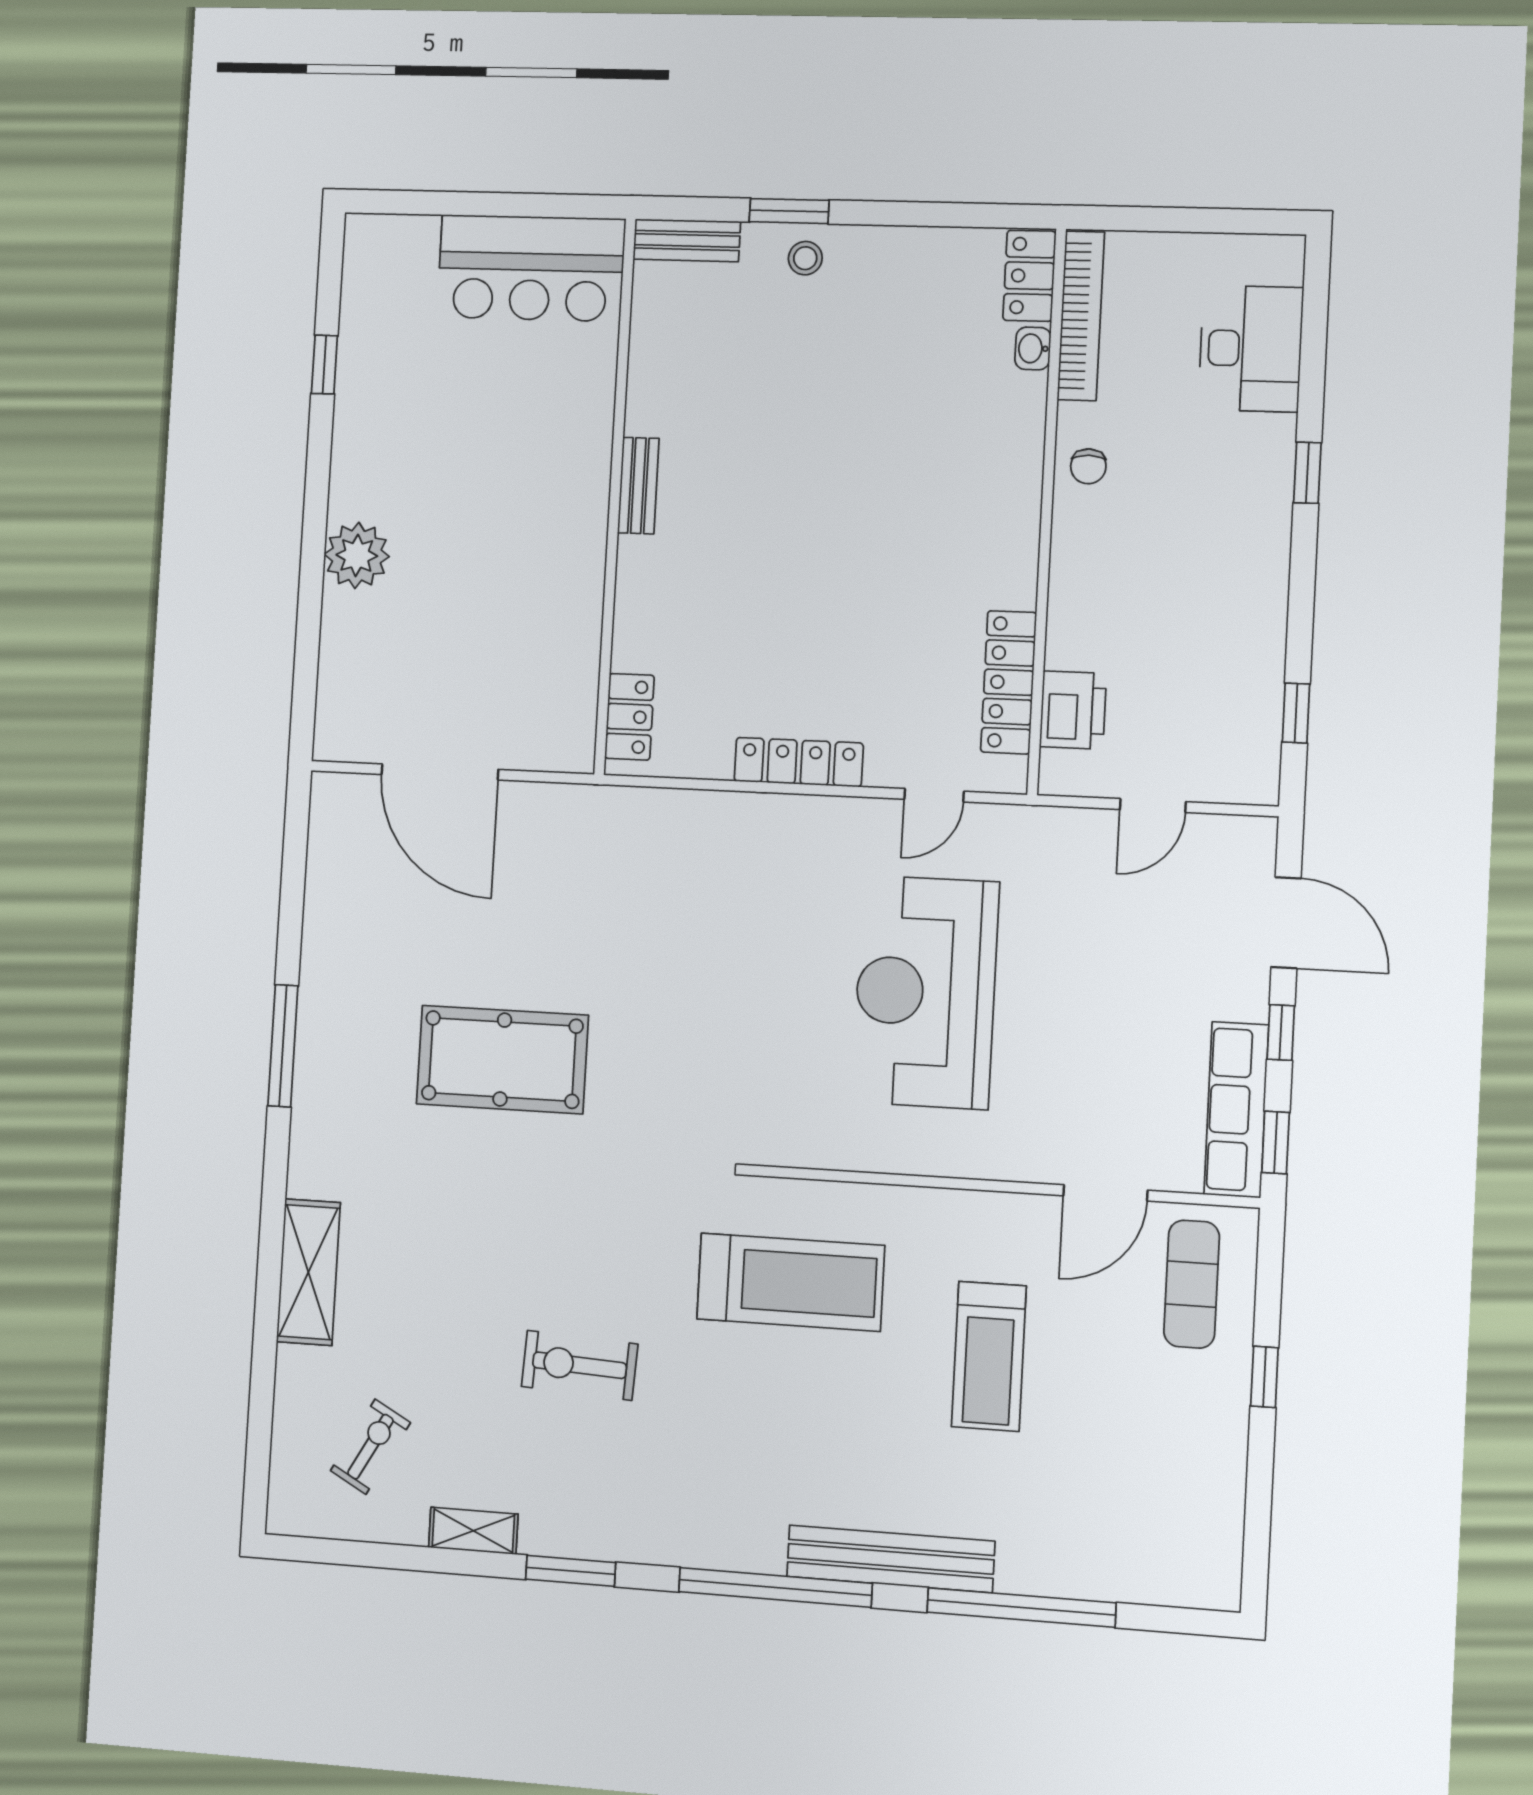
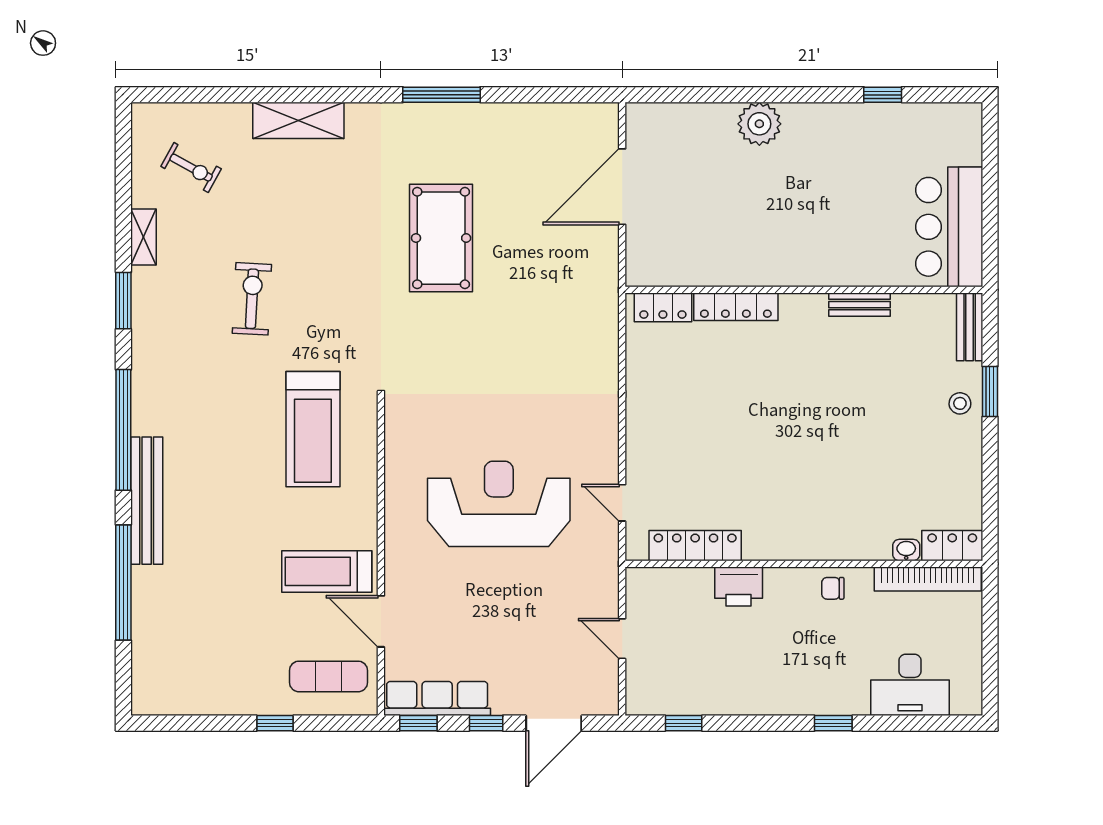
bench: (638, 486) -> (859, 305), moved
printer: (1073, 710) -> (739, 586), moved
locker: (799, 762) -> (736, 307), moved, turned 90
treadmill: (989, 1356) -> (327, 571), moved

